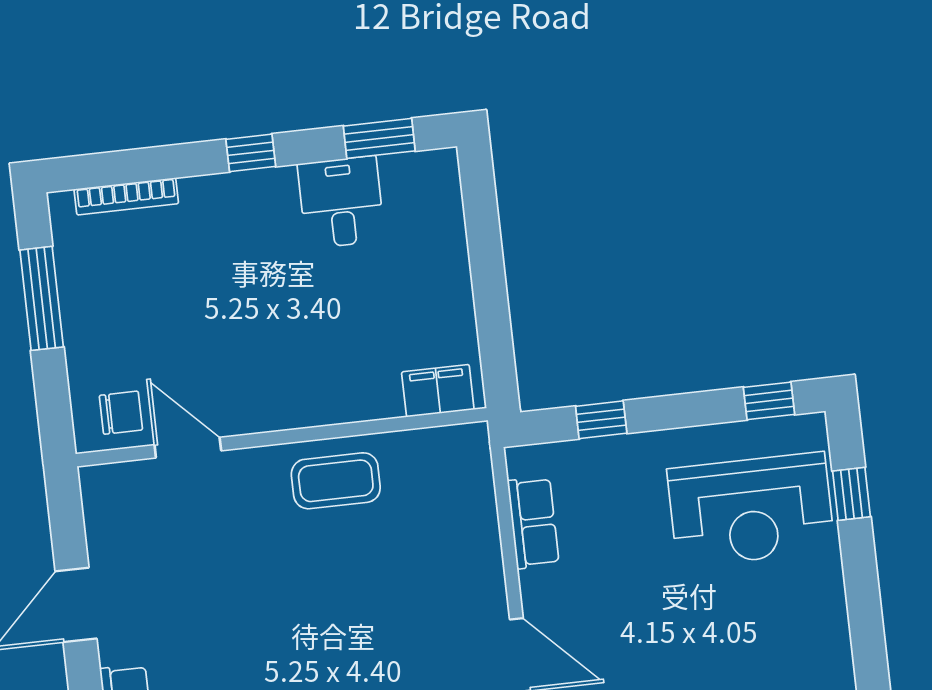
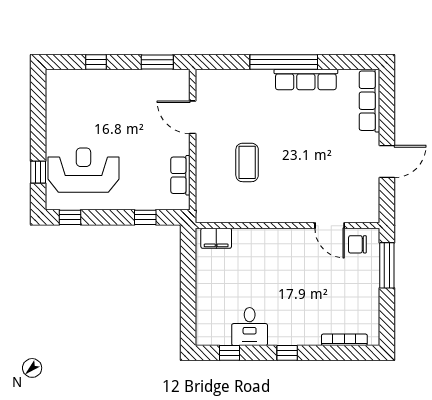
window: (379, 138) -> (230, 353), width x0.67
window: (42, 298) -> (387, 265), moved
coffee table: (336, 481) -> (247, 162), moved, turned 90

